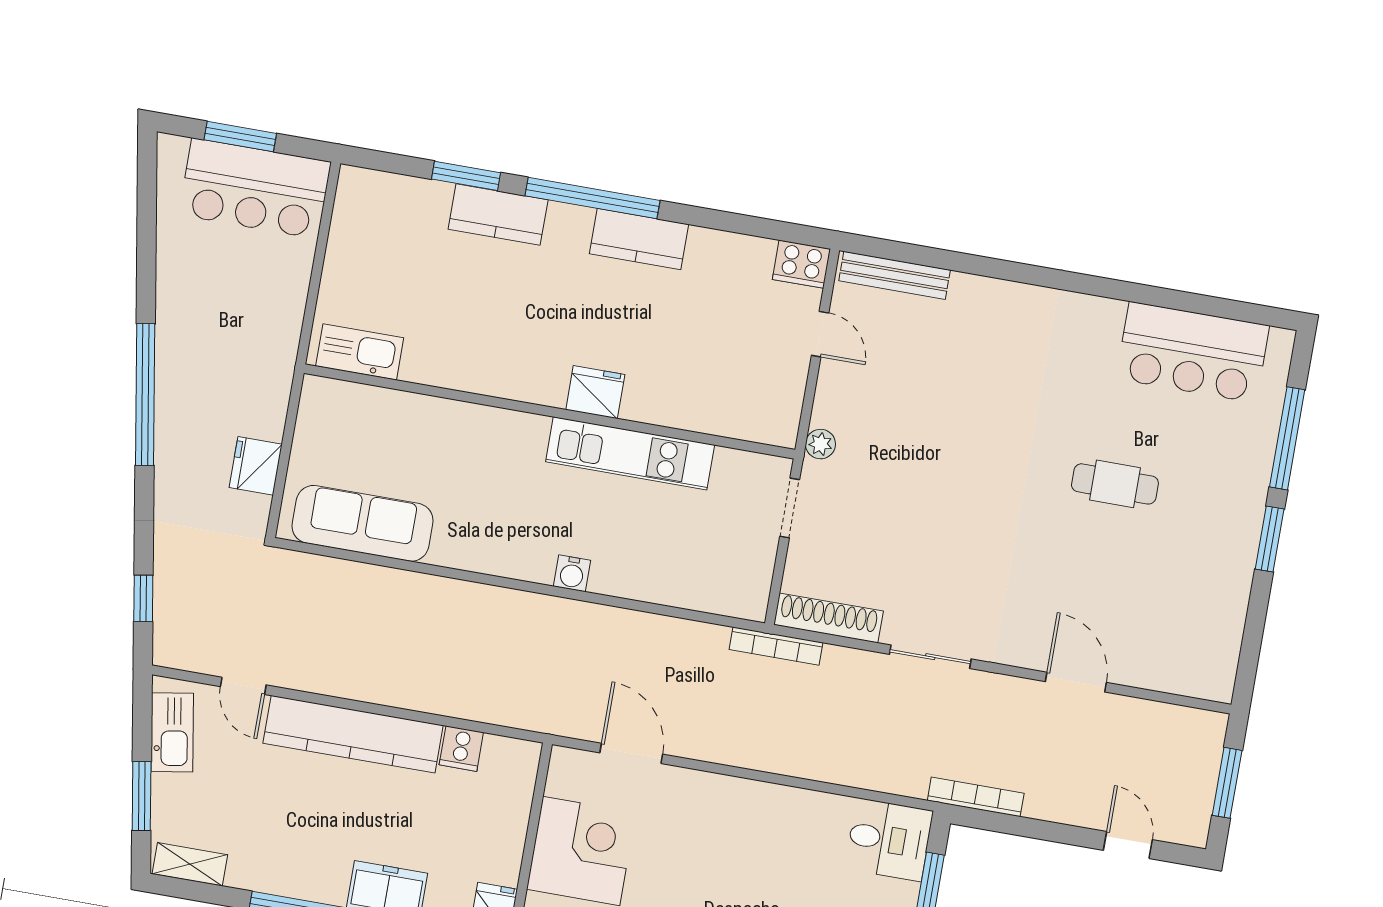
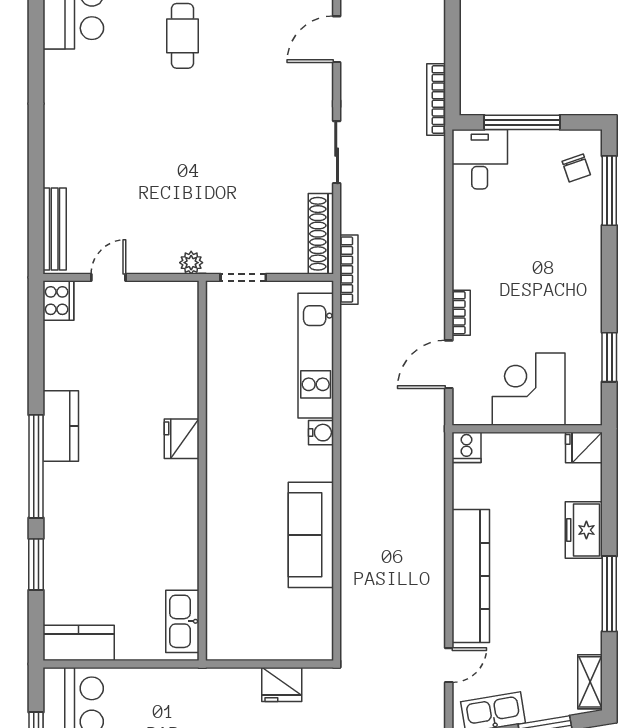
kitchen counter: (498, 214) -> (79, 643), moved, turned -90
kitchen unit: (630, 453) -> (316, 356), moved, turned 180
sofa: (363, 523) -> (311, 535), moved
cooker: (461, 749) -> (467, 447), moved, turned 90
bookcase: (695, 781) -> (461, 313), added

